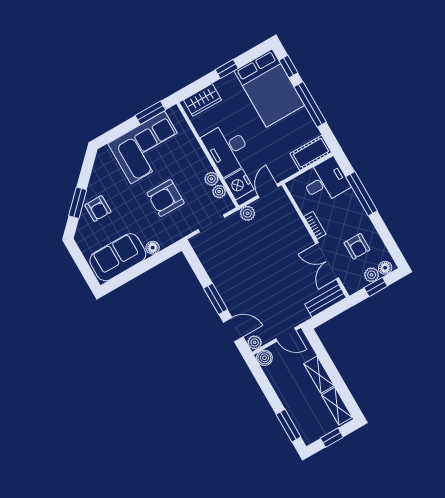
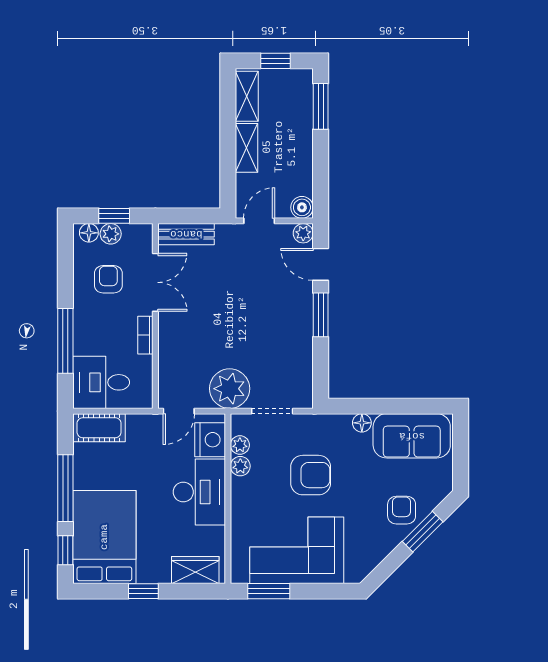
plant: (247, 213) -> (230, 389), width x1.88, depth x1.88
door: (286, 335) -> (259, 221), hinge flipped

